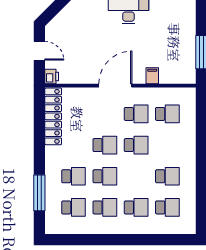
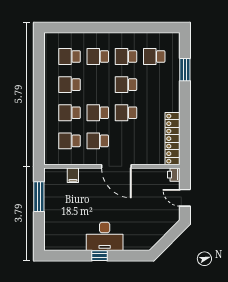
filing cabinet: (152, 76) -> (73, 175), moved
door: (115, 86) -> (116, 166), hinge flipped
school desk: (74, 176) -> (70, 113), moved
window: (39, 193) -> (185, 70), width x0.69

